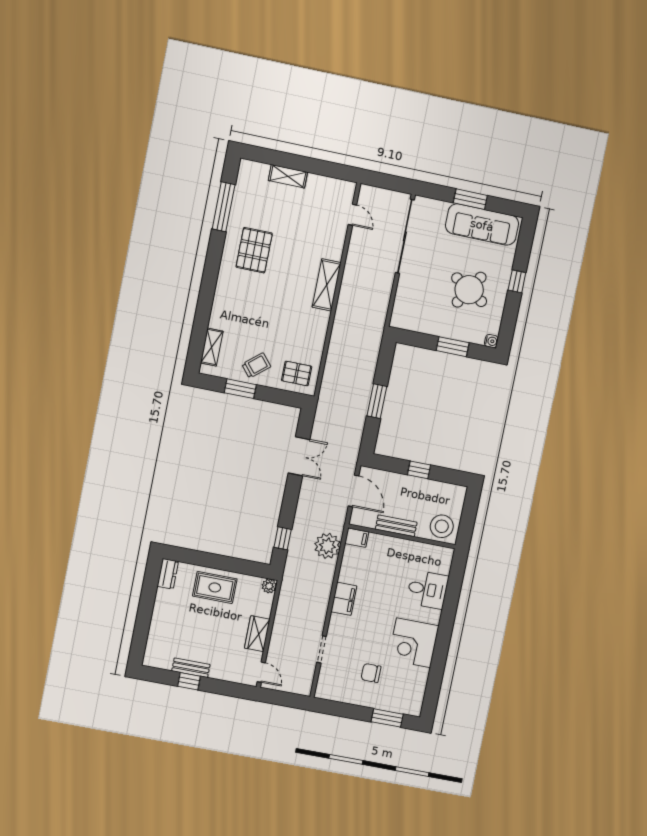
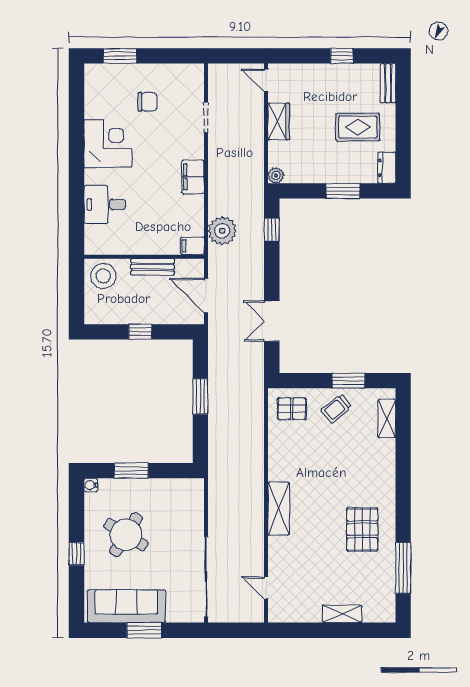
window: (212, 561) -> (343, 191), added
rug: (215, 587) -> (358, 127), moved
bench: (191, 668) -> (388, 83), moved, turned 90

